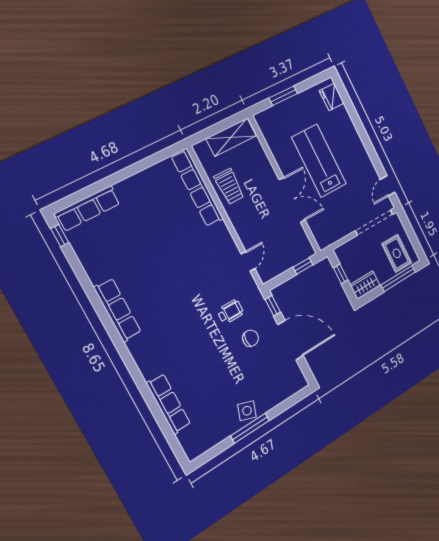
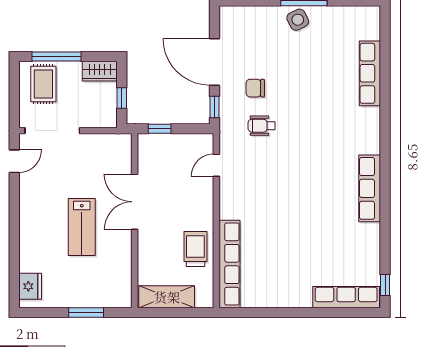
lab bench: (319, 161) -> (82, 227), width x0.73, depth x0.72
side table: (247, 411) -> (298, 20), turned 45

